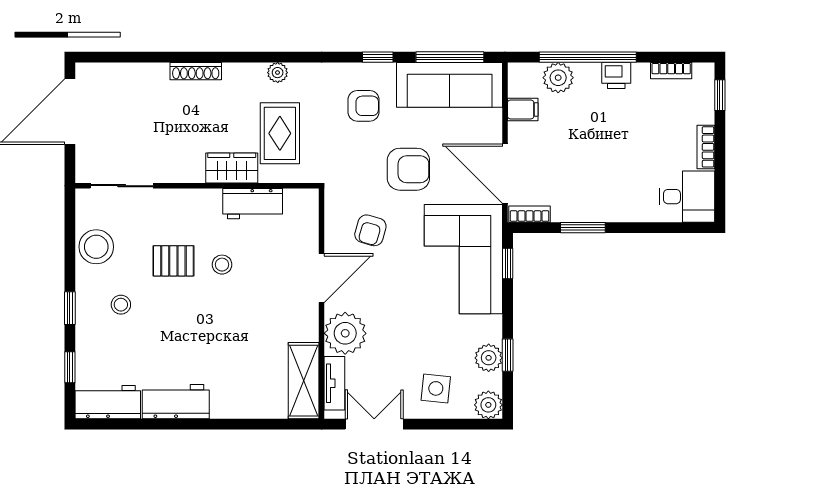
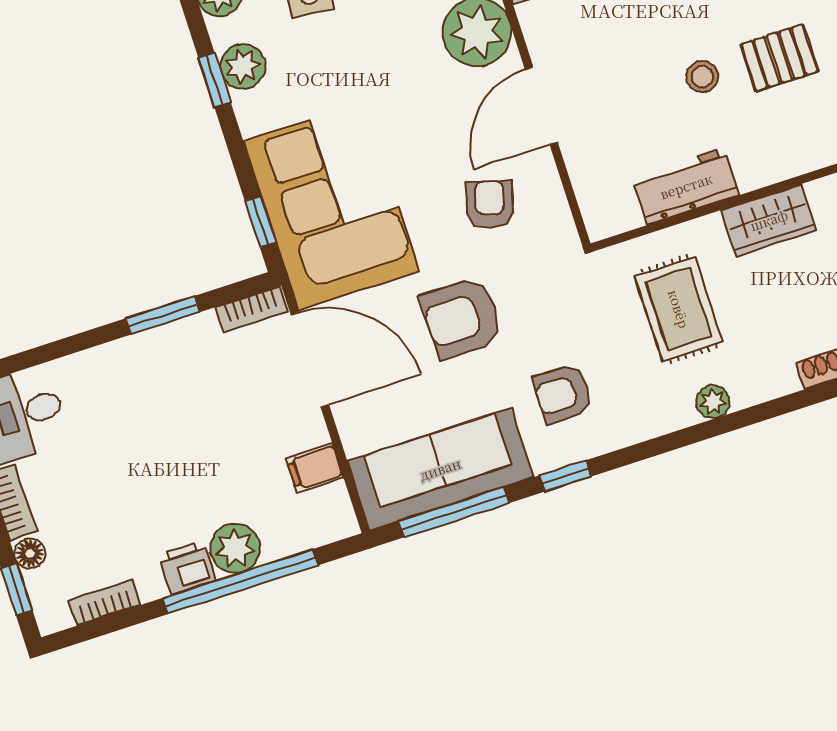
plant: (558, 78) -> (235, 548), moved
floor lamp: (705, 114) -> (30, 553), added
wardrobe: (232, 168) -> (769, 220), moved

